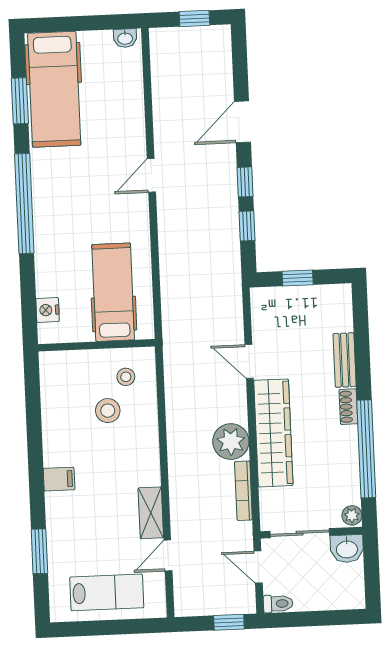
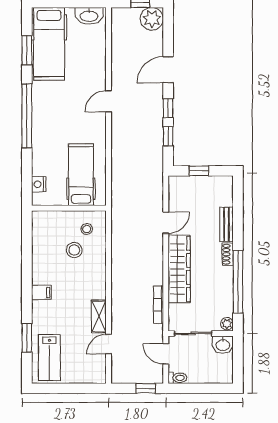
washbasin: (125, 38) -> (89, 16), width x1.91, depth x1.45
door: (249, 361) -> (166, 223), swing flipped
plant: (231, 442) -> (152, 19), moved
lab bench: (107, 592) -> (49, 358), moved, turned 90

